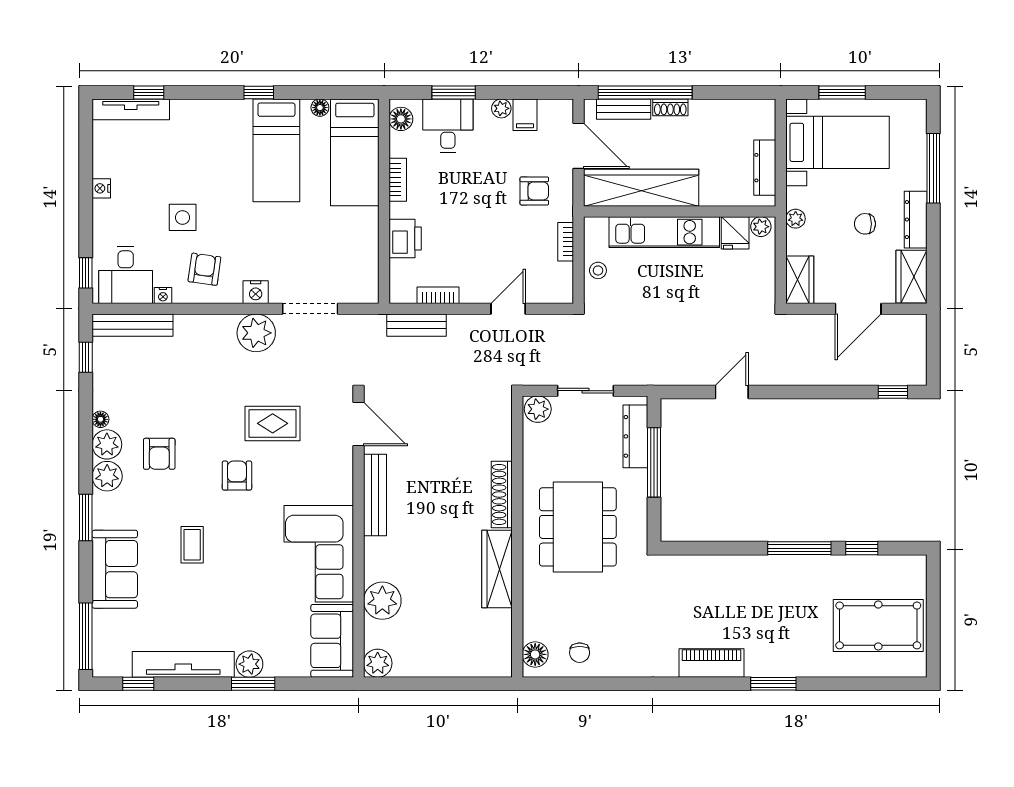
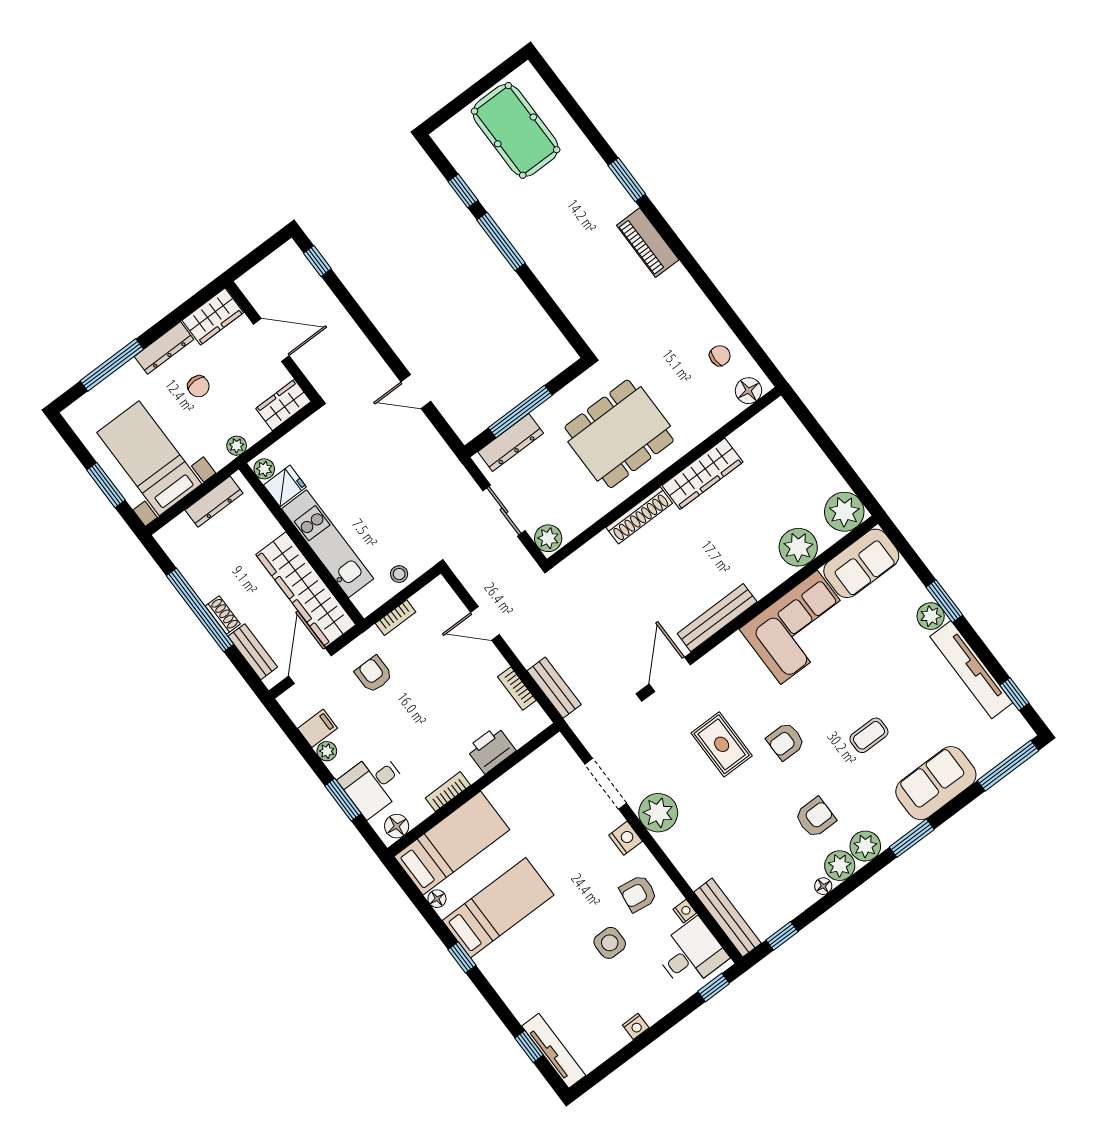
window: (645, 92) -> (200, 610), moved
plant: (378, 663) -> (844, 512), width x1.36, depth x1.36

